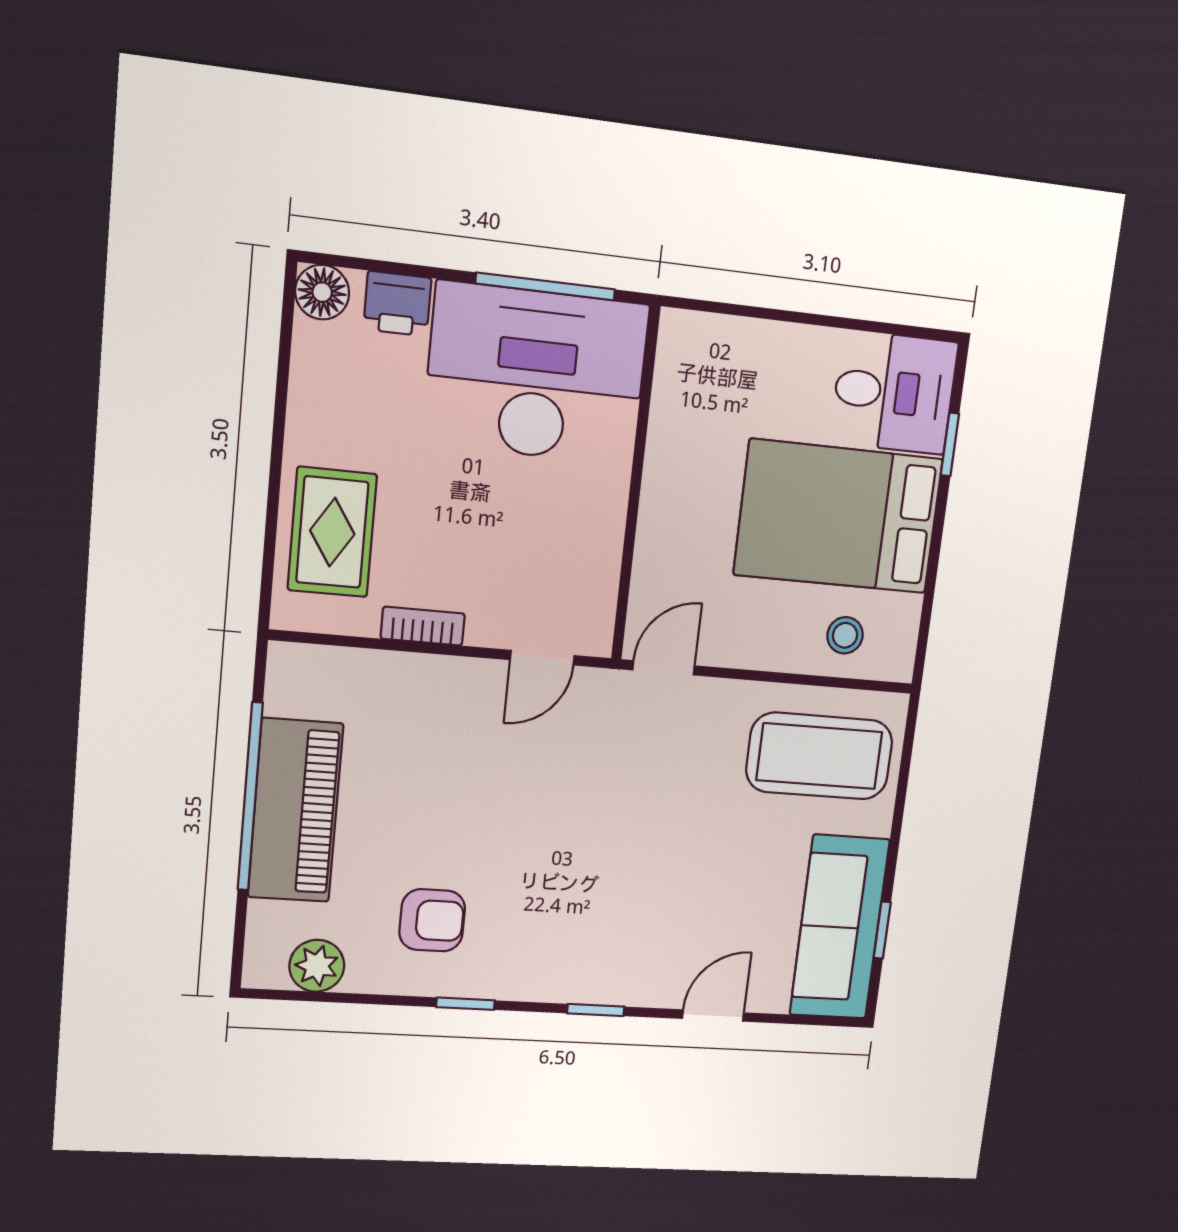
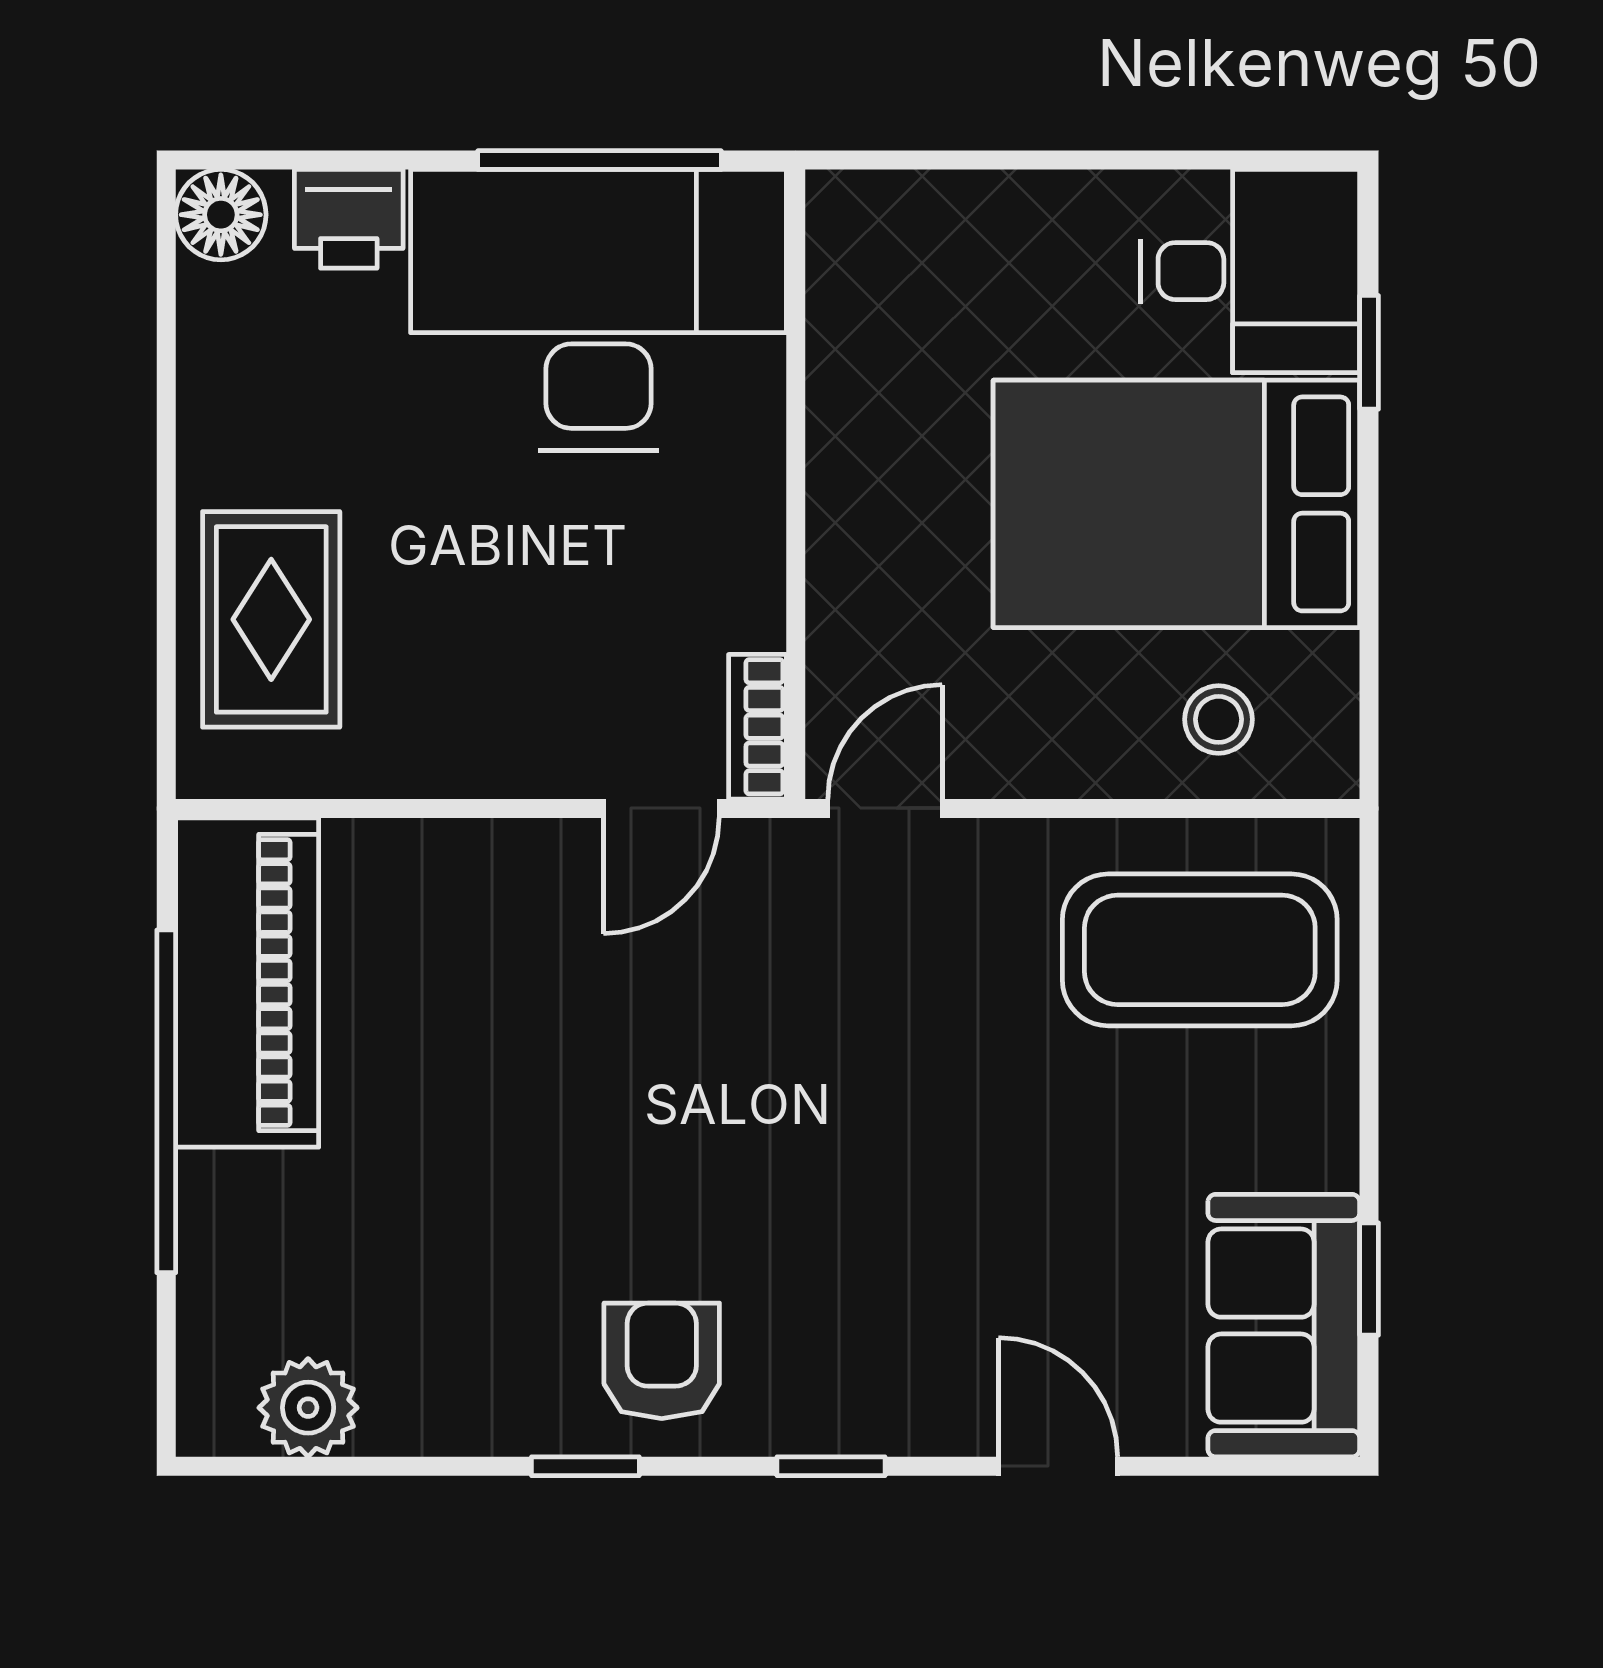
bookcase: (423, 626) -> (758, 727), moved, turned -90
piano: (295, 811) -> (247, 983), moved
armchair: (432, 920) -> (662, 1361), moved, turned -90
sofa: (840, 927) -> (1284, 1326), width x0.73
door: (713, 1016) -> (1058, 1466), hinge flipped

